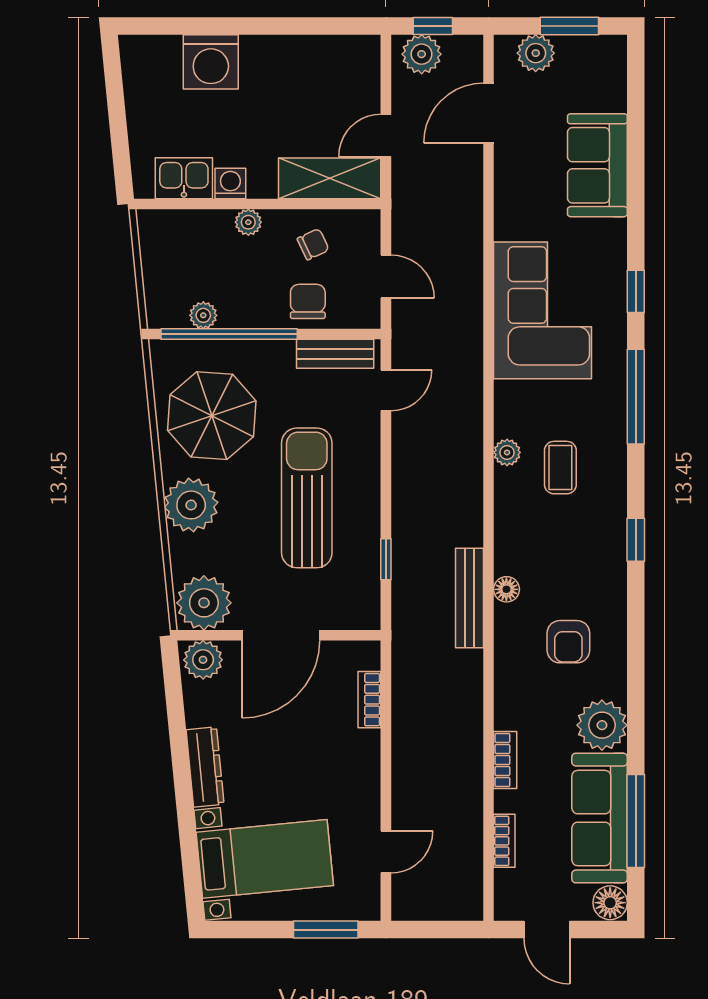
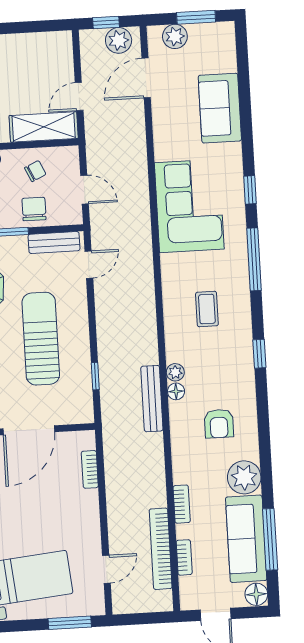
plant: (422, 54) -> (119, 40), moved
plant: (507, 452) -> (175, 372), moved
bookcase: (470, 826) -> (161, 549), added

